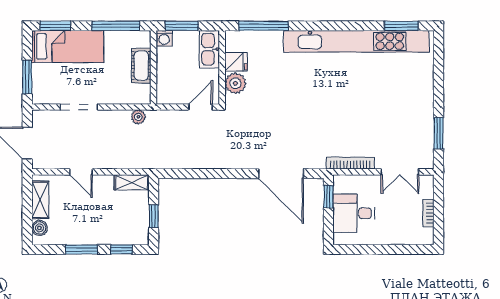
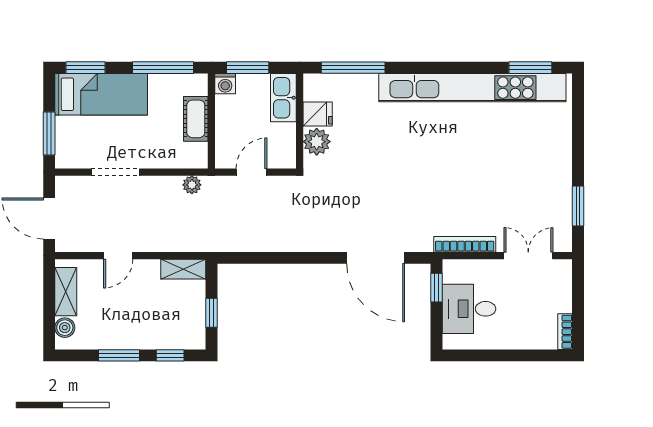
door: (201, 107) -> (252, 172), moved
door: (81, 172) -> (118, 256), hinge flipped
double door: (400, 172) -> (528, 256), swing flipped
bookcase: (428, 213) -> (565, 332), moved

